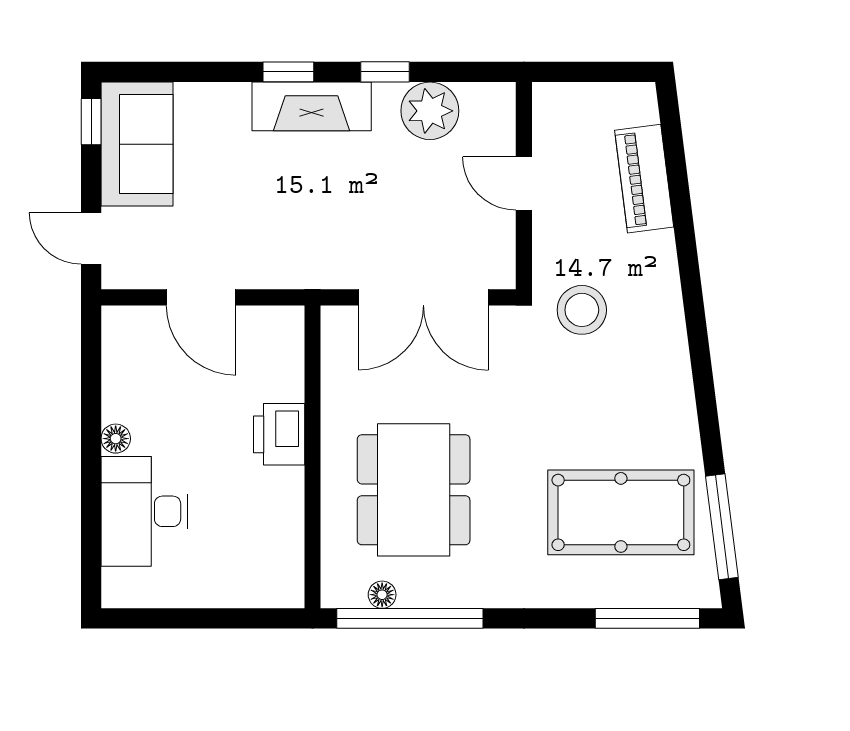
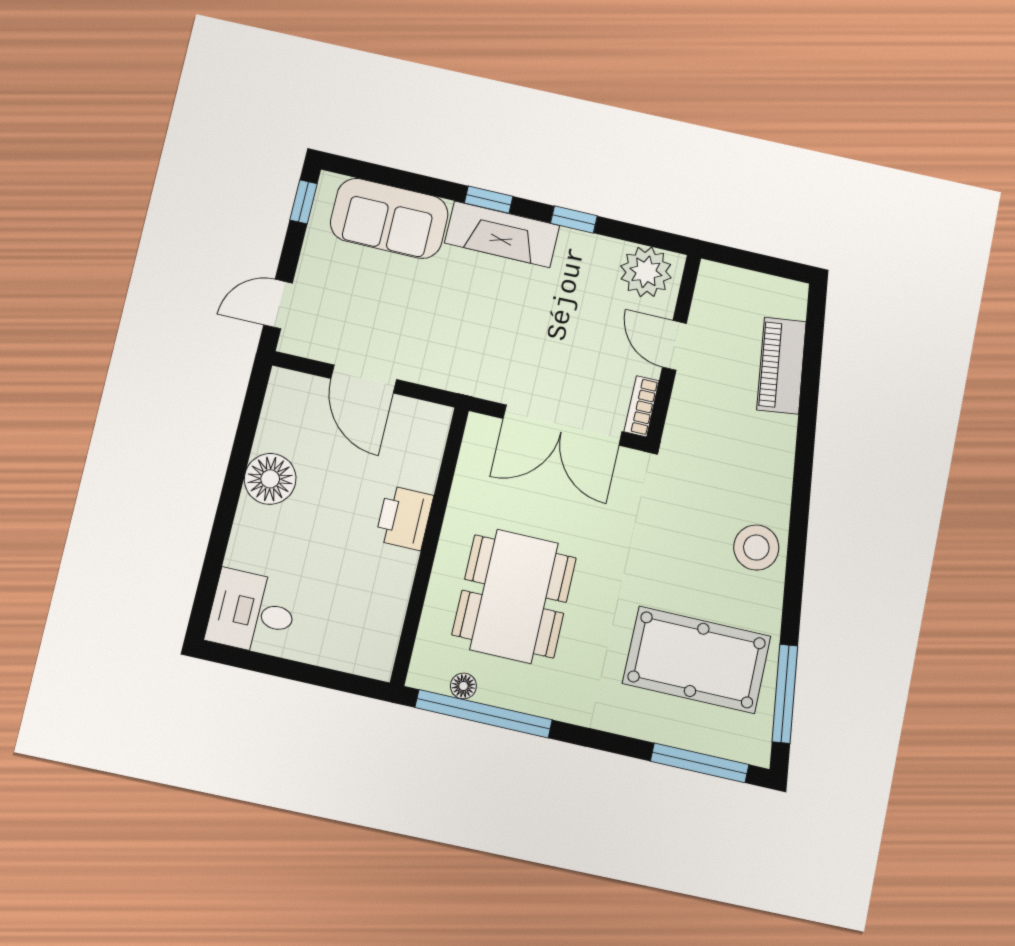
plant: (430, 111) -> (646, 272), moved
sofa: (137, 144) -> (389, 218), moved, turned 90
door: (91, 238) -> (278, 304), hinge flipped
bookcase: (503, 258) -> (642, 406), added
stool: (582, 310) -> (756, 548), moved
floor lamp: (116, 439) -> (270, 479), width x1.89, depth x1.89
desk: (144, 511) -> (252, 612), moved, width x0.73

